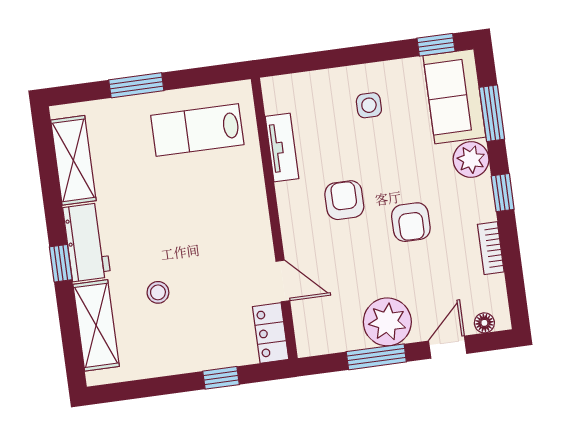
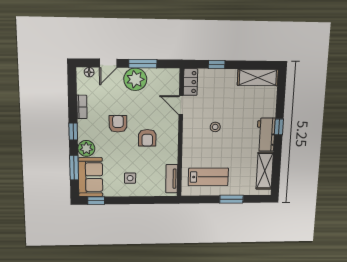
tv unit: (282, 147) -> (172, 179), moved
stool: (158, 292) -> (215, 127), moved
shelving: (96, 325) -> (258, 77), moved, turned 90

